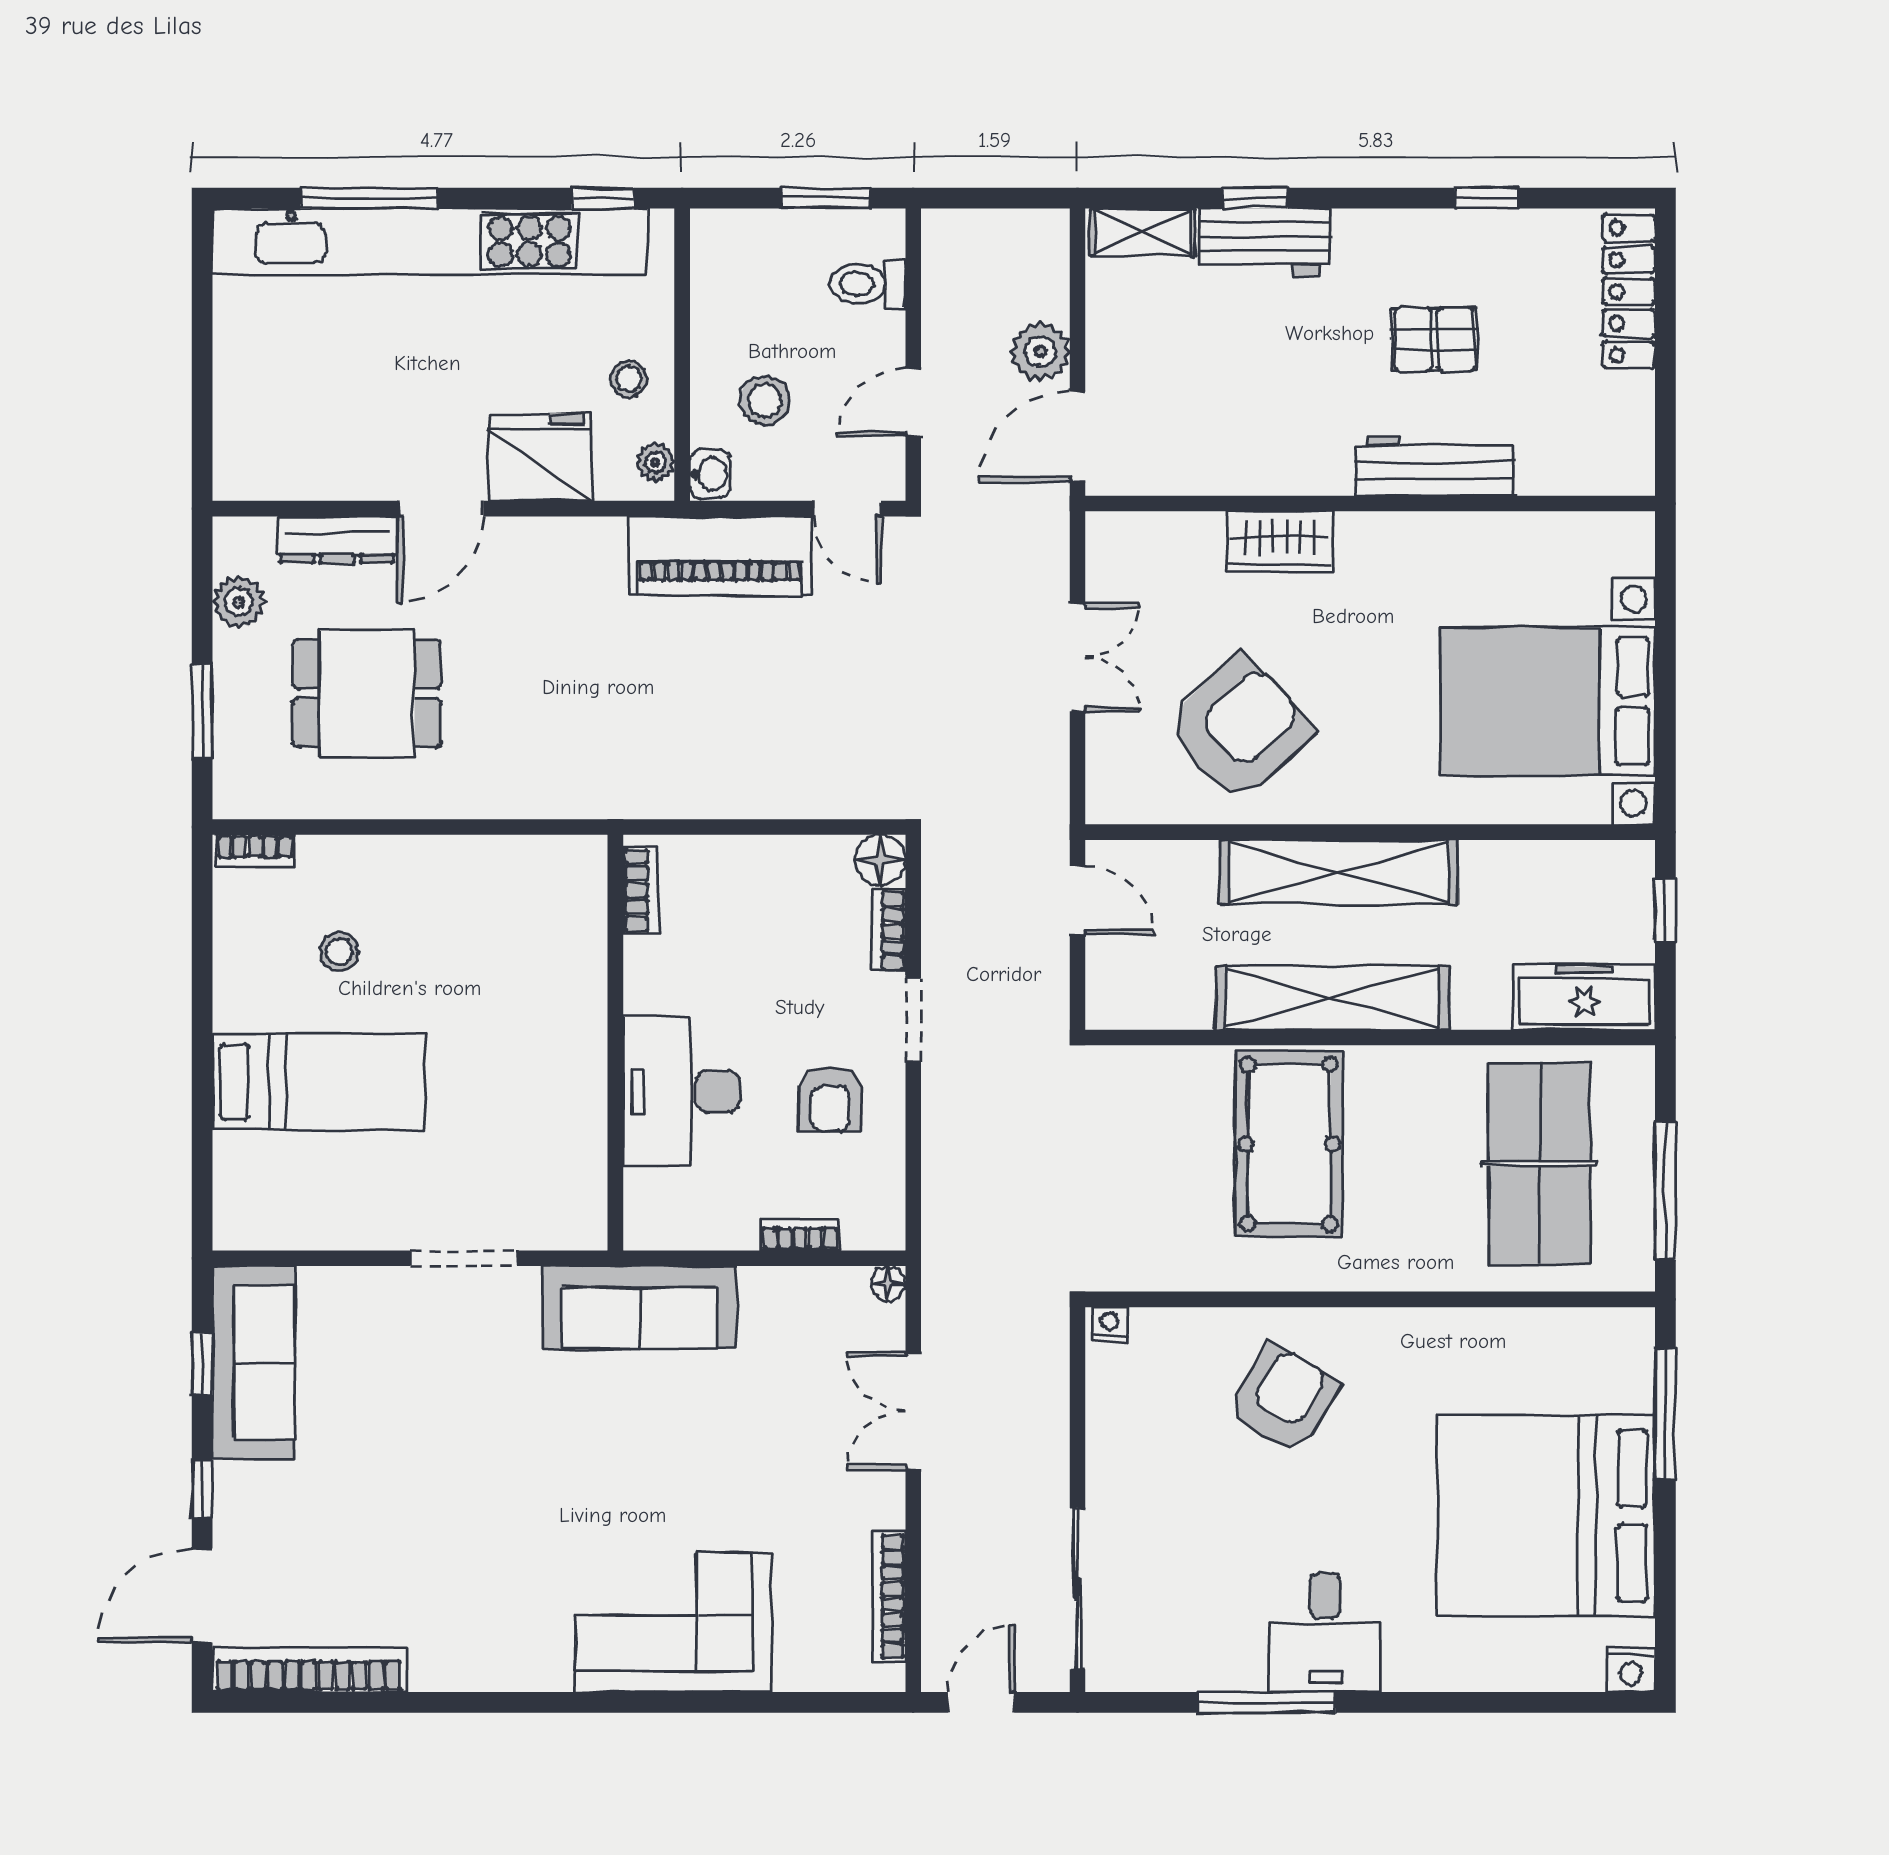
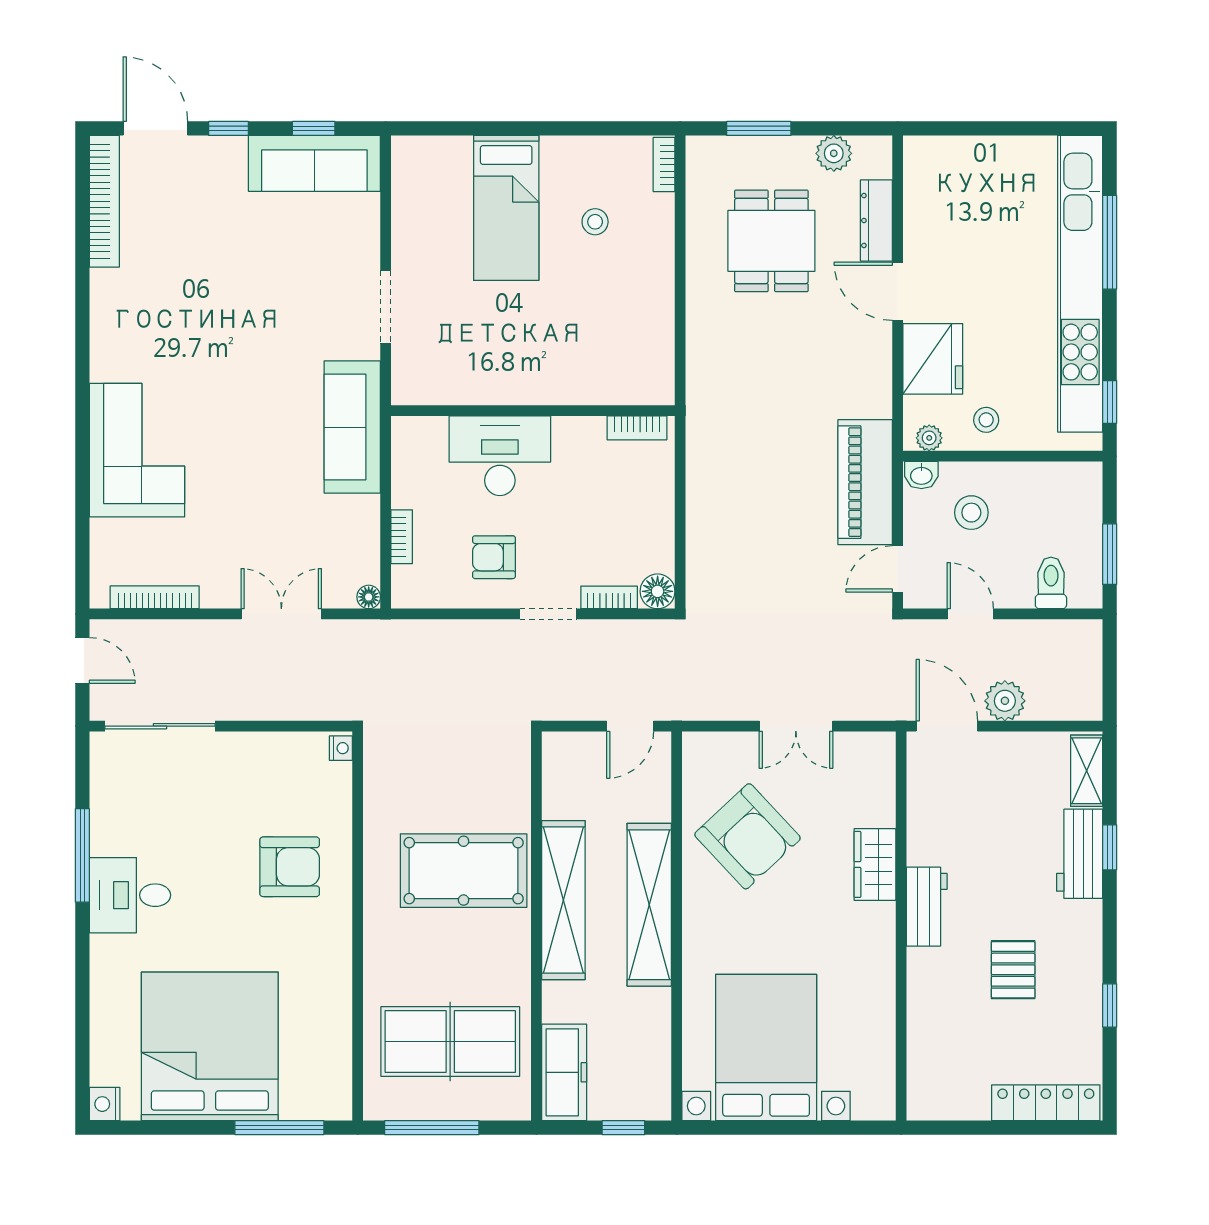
workbench: (1435, 466) -> (927, 907), moved, width x0.73
armchair: (1283, 1399) -> (290, 867), turned -30

